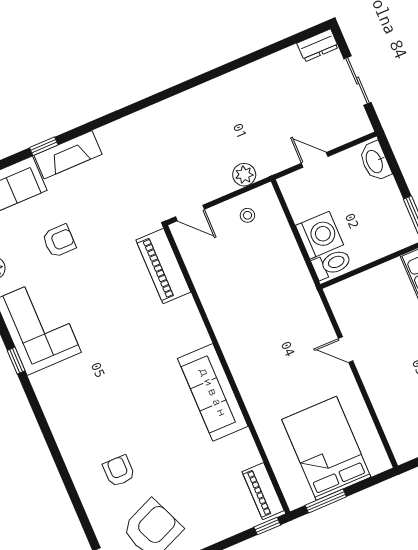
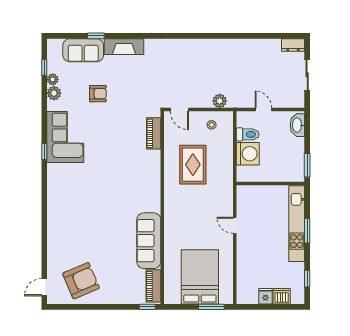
window: (44, 146) -> (96, 36), moved
toilet: (332, 264) -> (248, 134), moved
piano: (163, 266) -> (154, 133), width x0.73, depth x0.75
rug: (245, 286) -> (193, 165), added
sofa: (213, 392) -> (149, 241), moved
armchair: (119, 471) -> (76, 239), removed
window: (326, 501) -> (211, 307), moved

